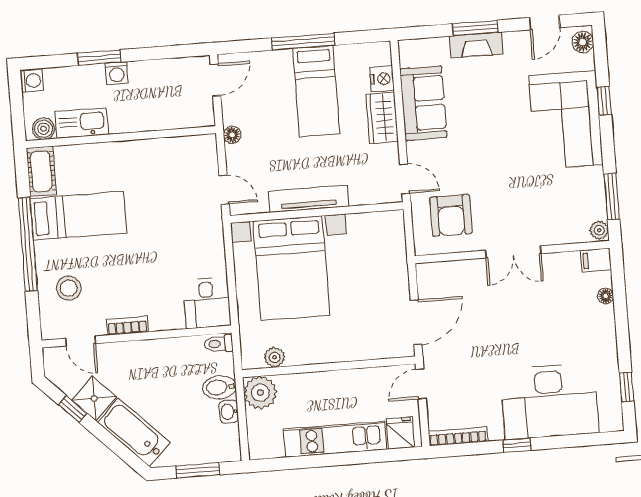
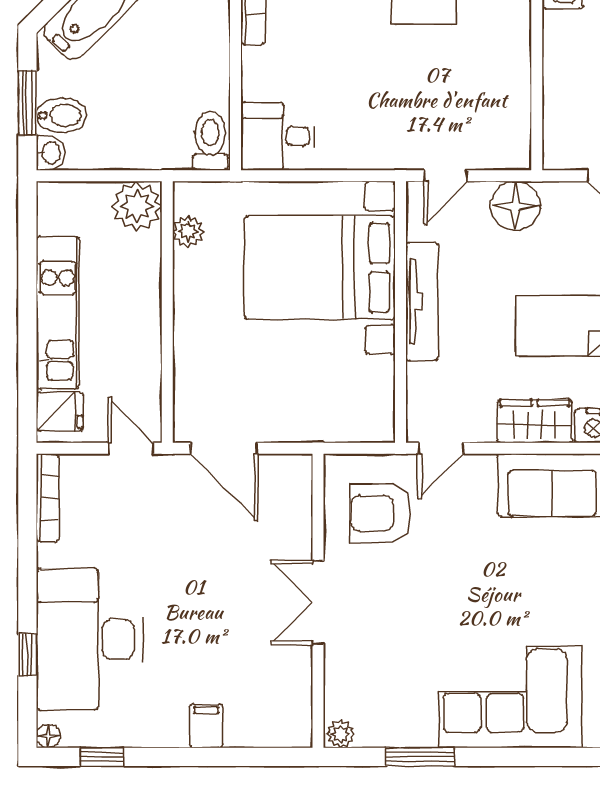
window: (604, 101) -> (534, 757), removed
floor lamp: (232, 135) -> (515, 206), width x1.89, depth x1.89
window: (612, 197) -> (420, 757), moved
filing cabinet: (596, 260) -> (206, 726), moved
floor lamp: (606, 296) -> (48, 736), moved
toilet: (219, 344) -> (210, 141), width x1.37, depth x1.39
bidet: (219, 387) -> (62, 115), moved, turned 90
washbasin: (229, 412) -> (50, 153), moved, turned 90
window: (517, 445) -> (27, 655), moved

